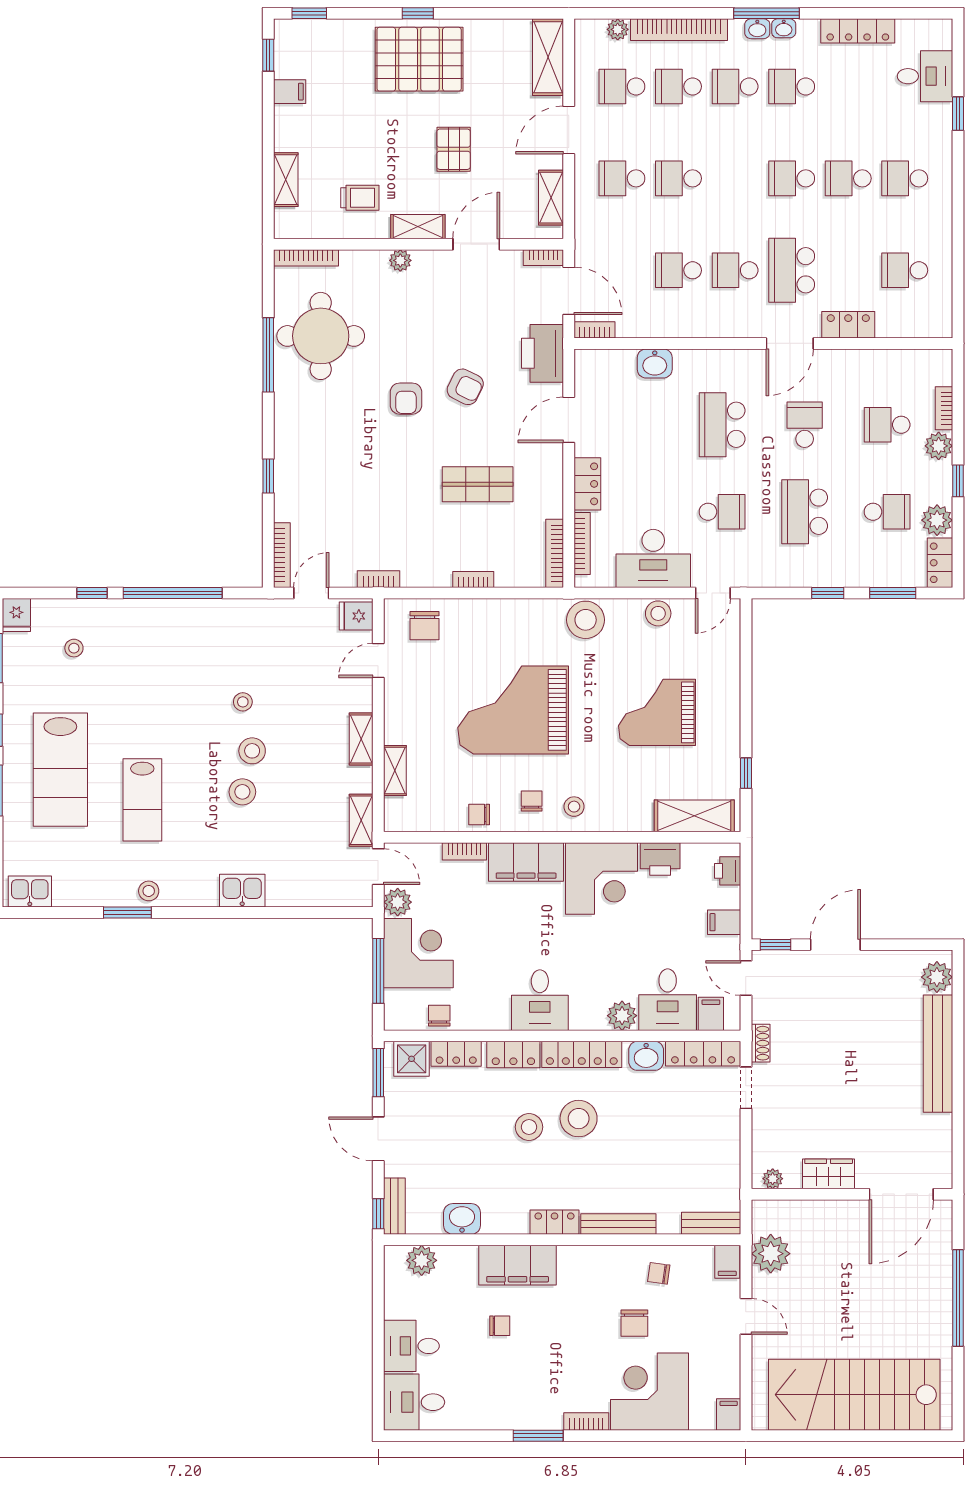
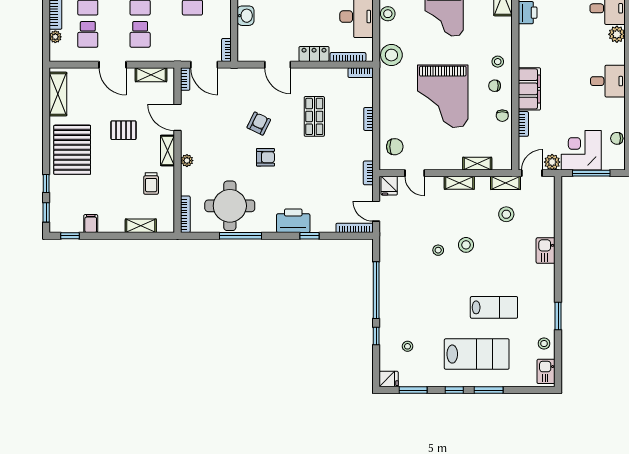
window: (418, 13) -> (46, 183), moved
shelving: (548, 57) -> (58, 94), moved, turned 90
trolley: (360, 198) -> (151, 184), turned 180
door: (569, 291) -> (204, 65), swing flipped
printer: (543, 353) -> (293, 221), moved, turned 180
bookcase: (555, 553) -> (361, 73), width x0.64
stool: (242, 792) -> (506, 214), moved
corner desk: (601, 878) -> (539, 46), removed
stool: (149, 891) -> (544, 344), moved

